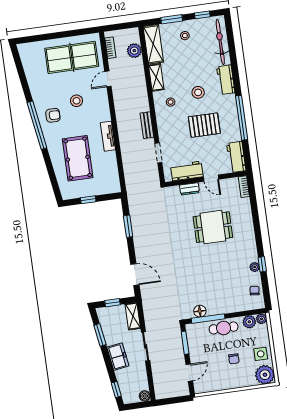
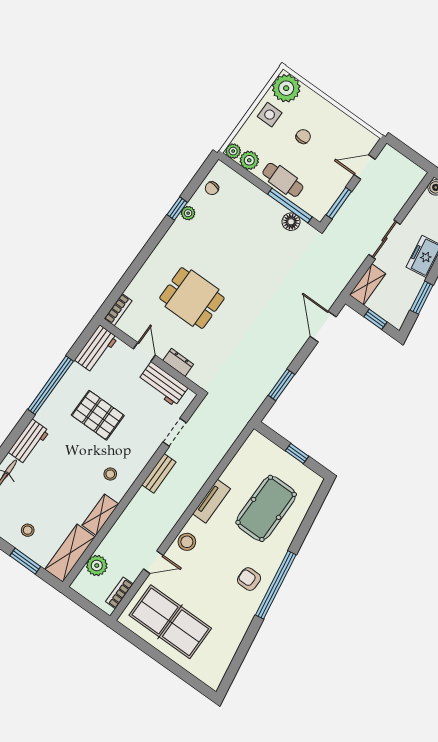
stool: (198, 92) -> (71, 456), removed
stool: (77, 101) -> (187, 542), moved

